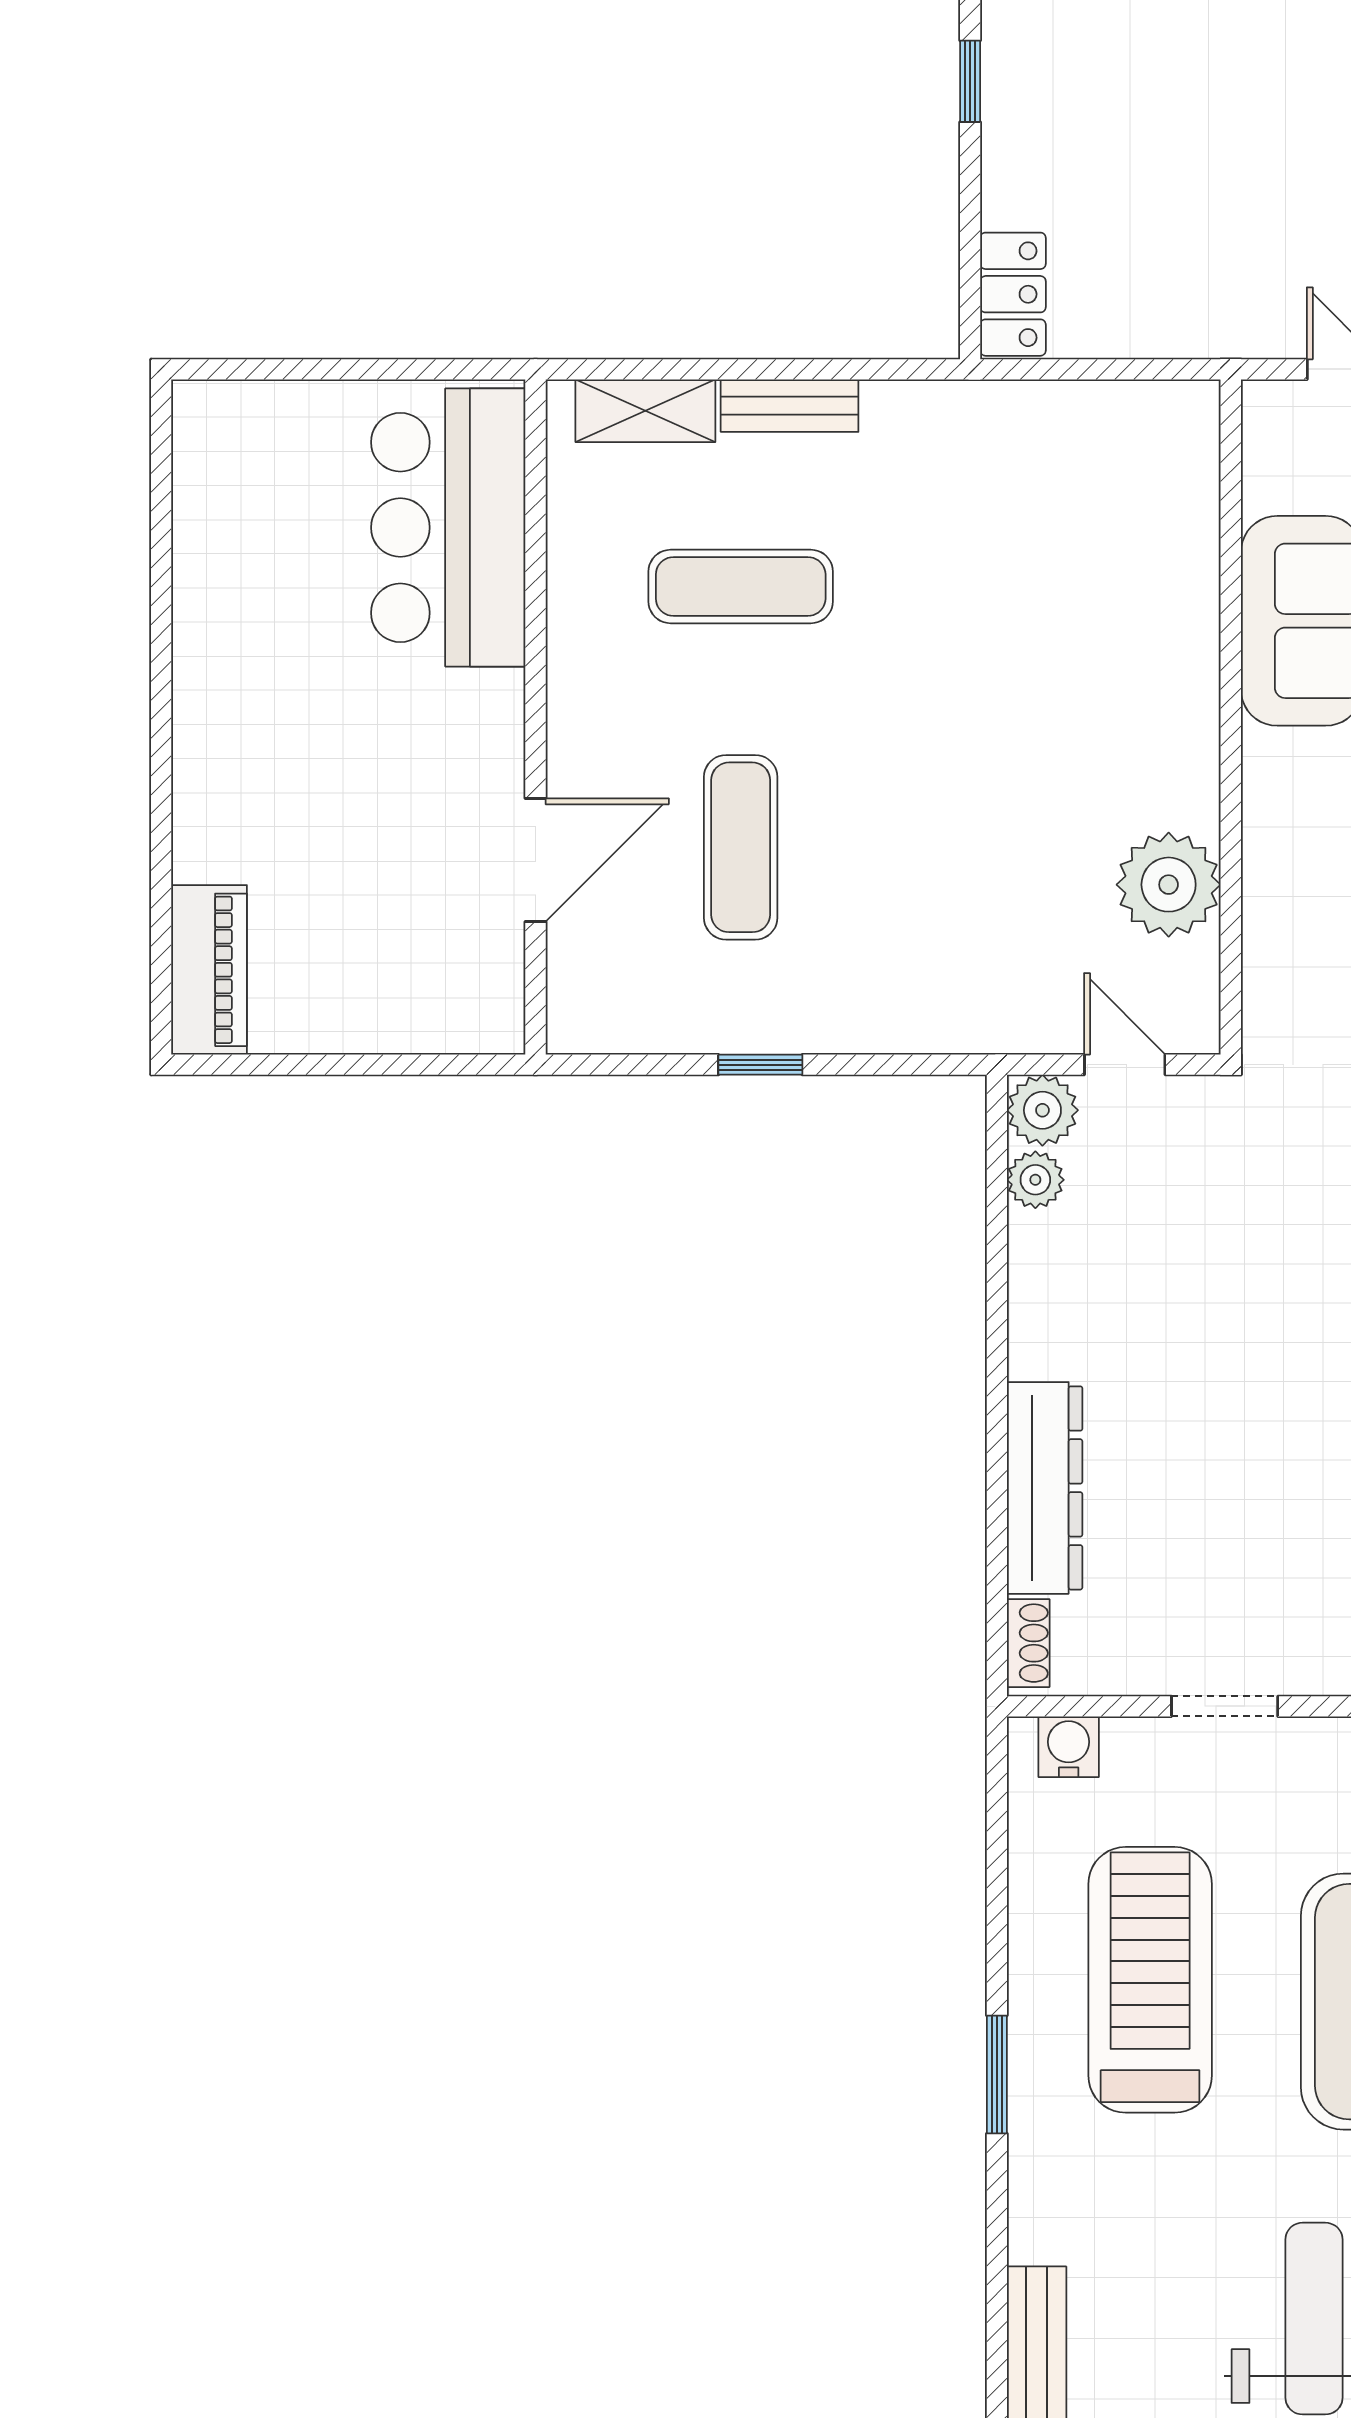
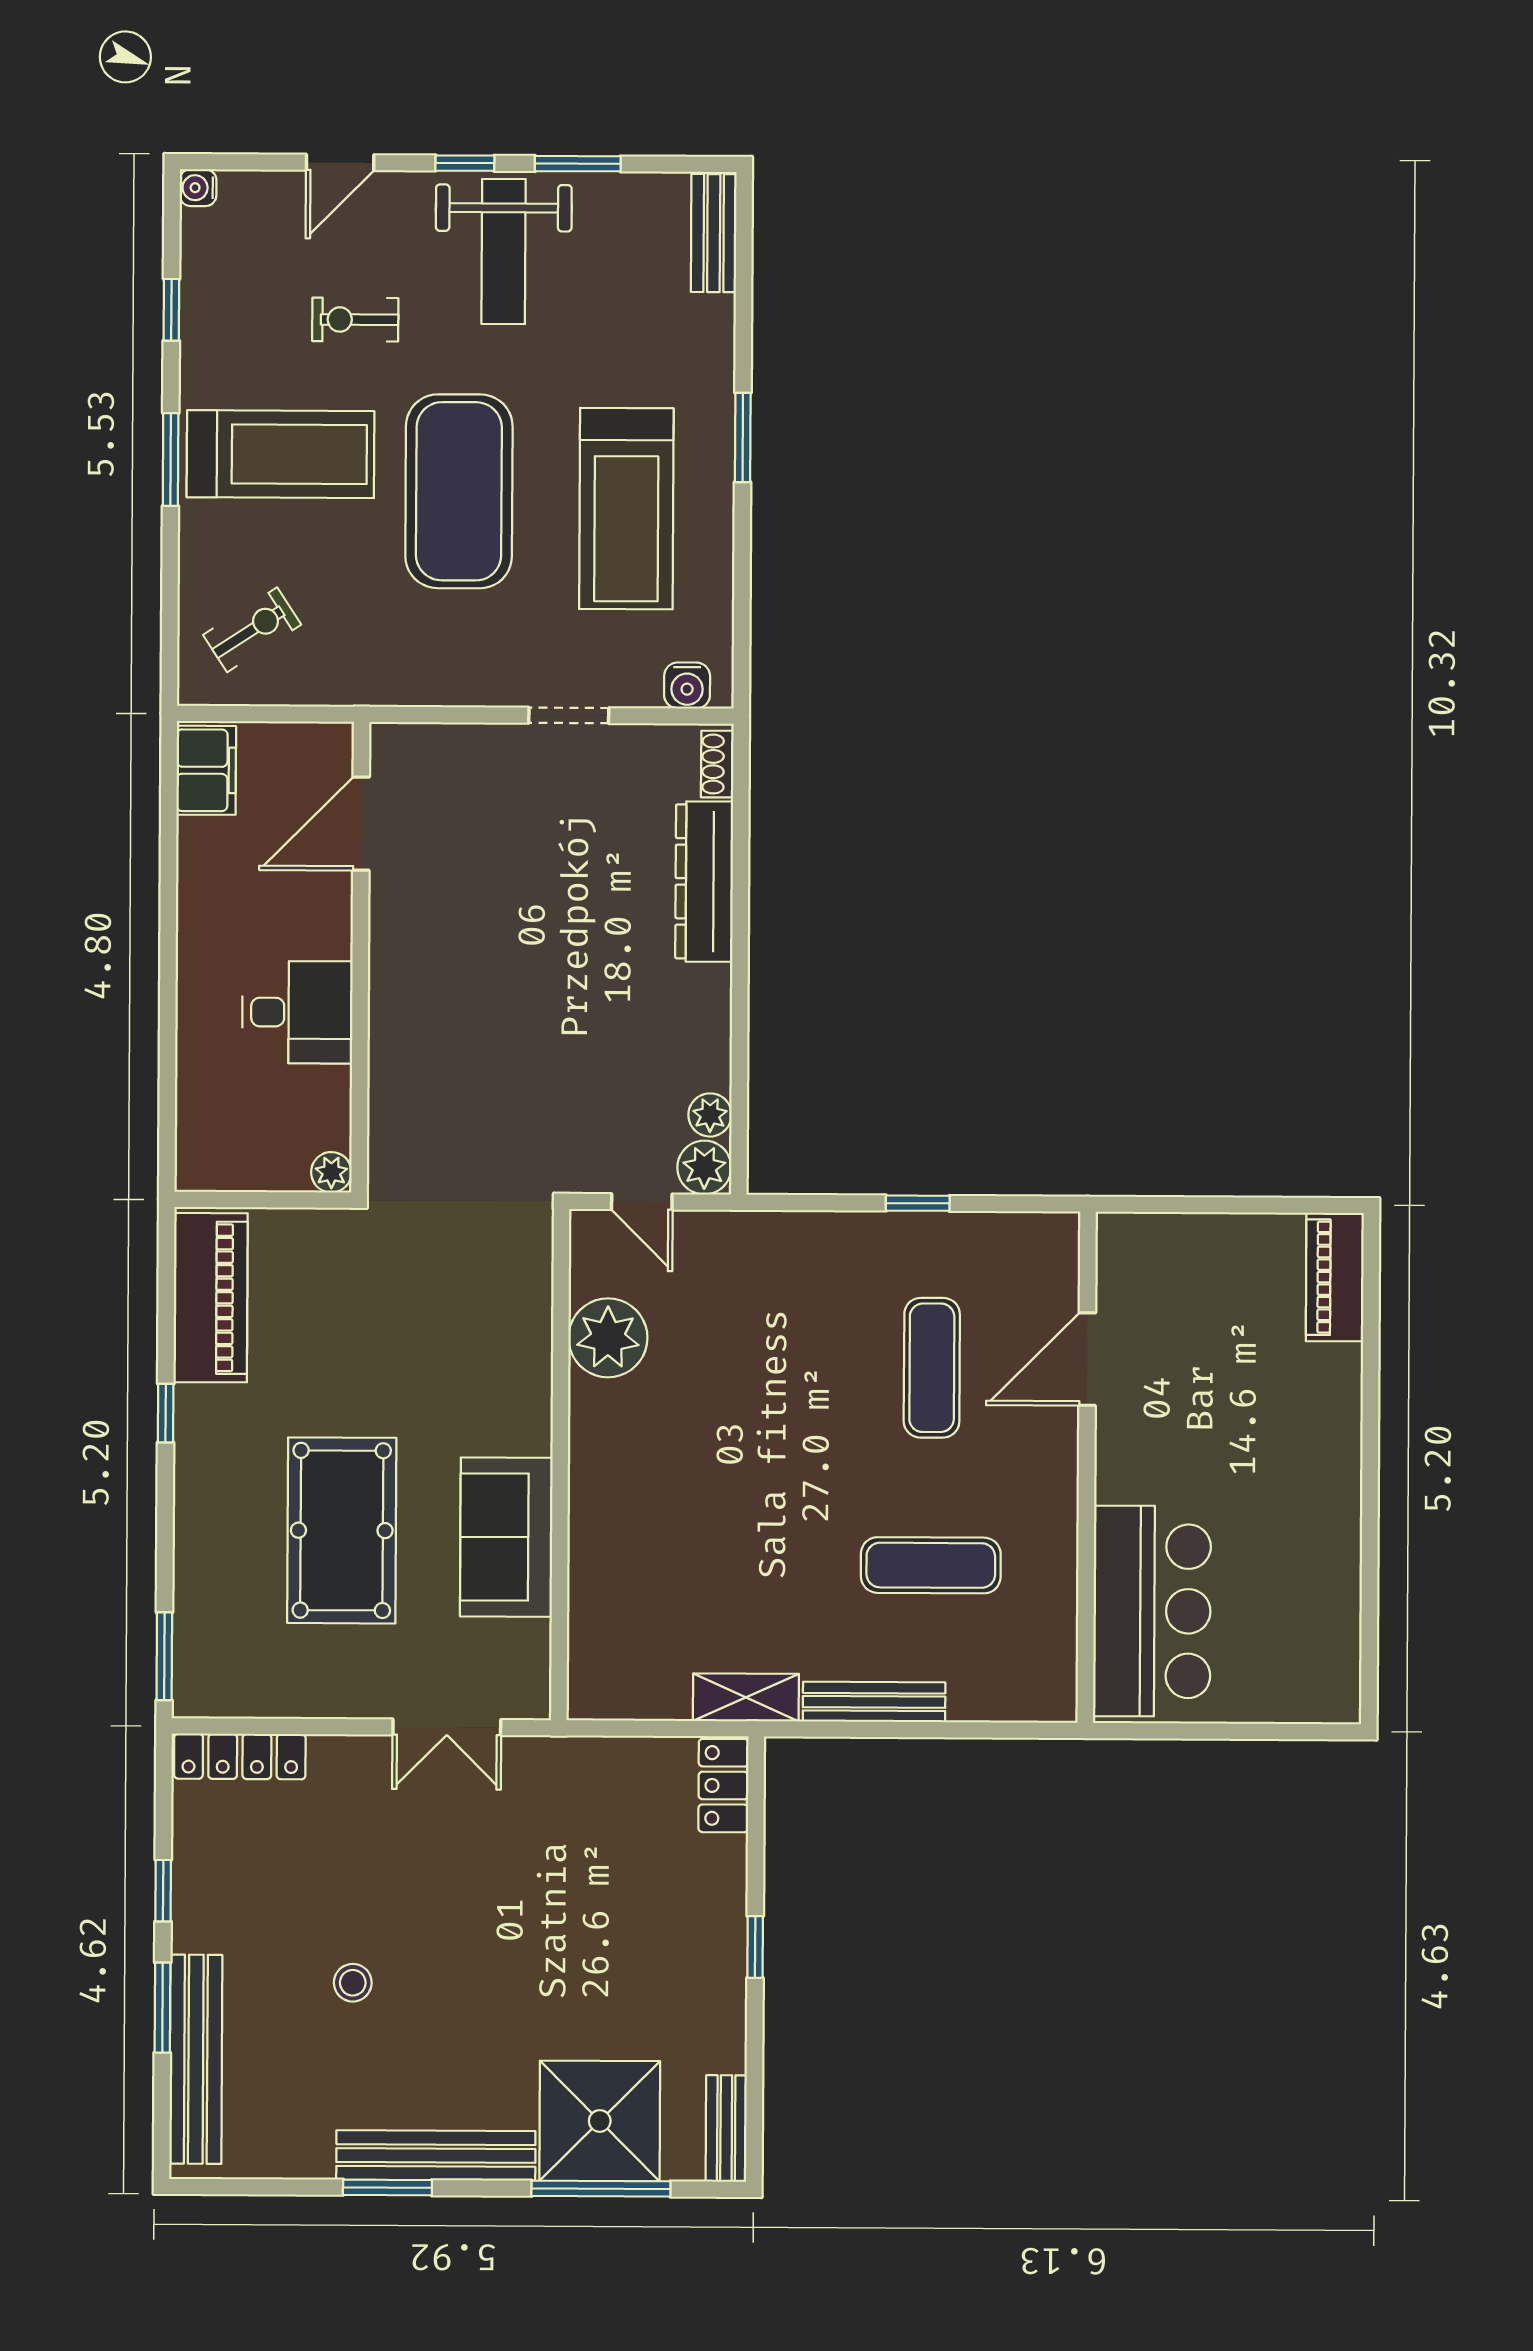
bench: (790, 406) -> (874, 1702), width x1.36
shelving: (645, 411) -> (746, 1697), moved

